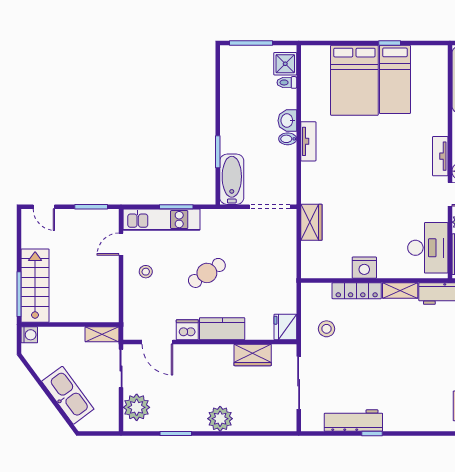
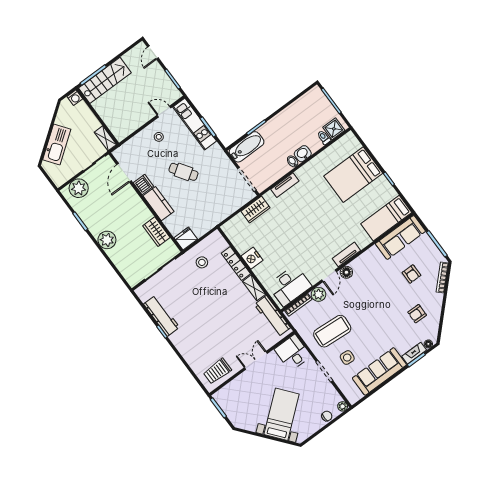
bed: (395, 79) -> (386, 218), moved
tv unit: (308, 141) -> (285, 185), moved

